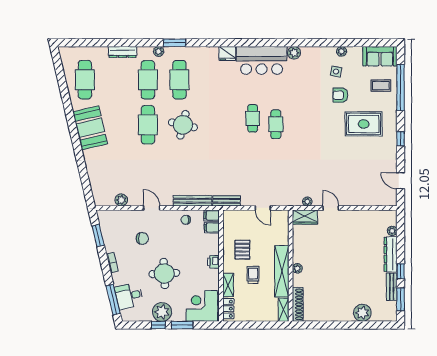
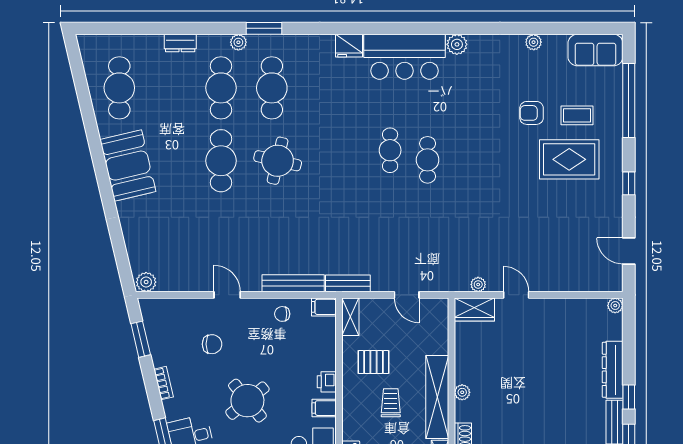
dresser: (123, 52) -> (180, 43), width x0.70
side table: (336, 72) -> (525, 75), removed
coffee table: (381, 86) -> (577, 115), moved
plant: (121, 200) -> (146, 282), moved
filing cabinet: (212, 228) -> (324, 408), moved
plant: (392, 231) -> (615, 306), moved
pallet: (242, 250) -> (373, 362), turned 90
round table: (164, 273) -> (247, 401), turned -36
shelving: (228, 285) -> (350, 317), moved

